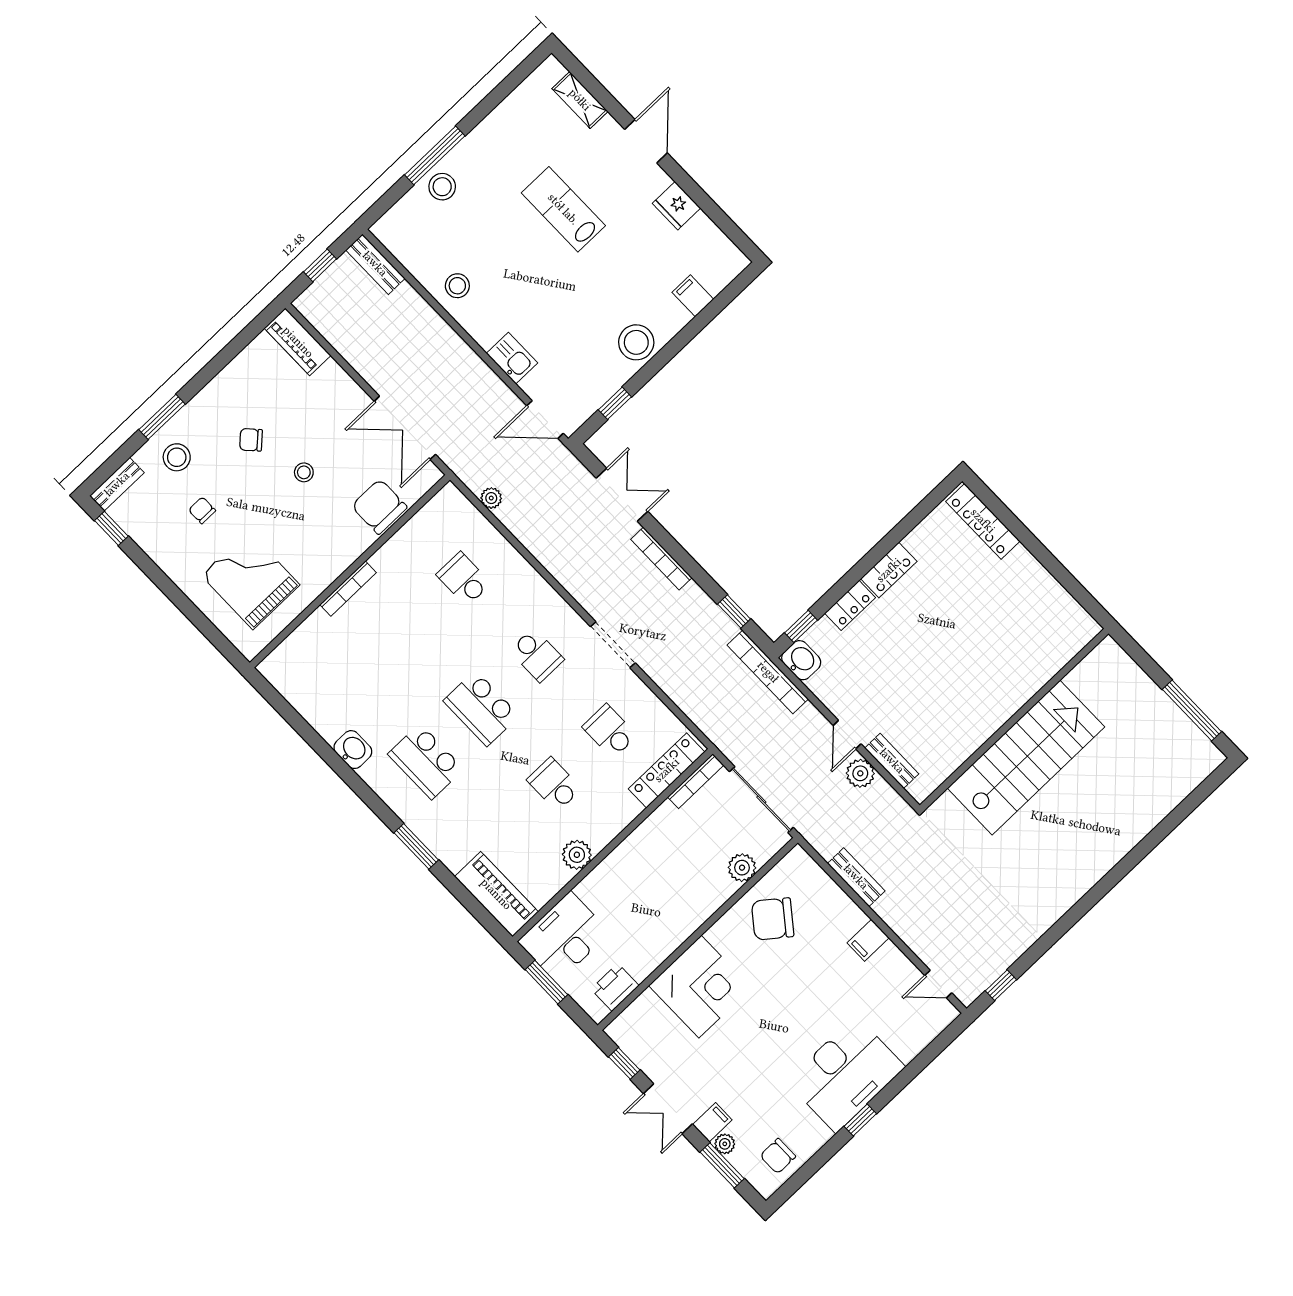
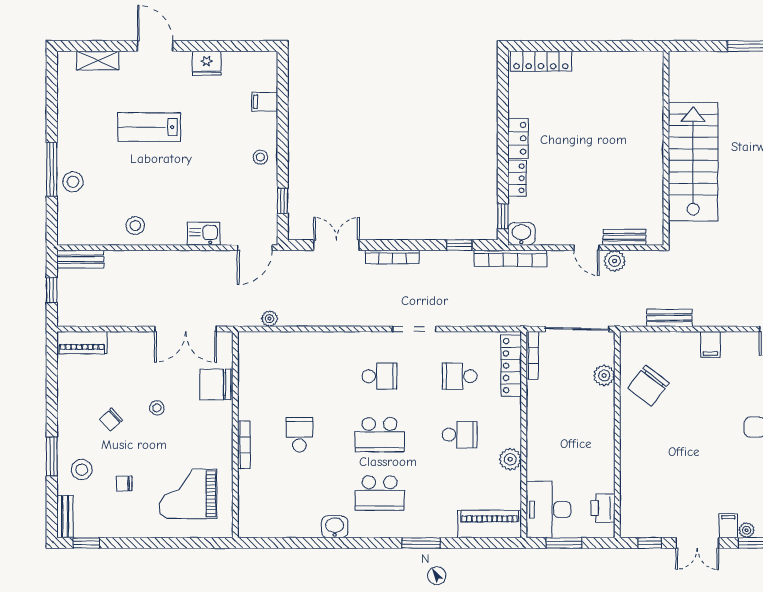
stool: (636, 342) -> (260, 157), width x0.53, depth x0.53
school desk: (464, 579) -> (299, 435), moved, turned 90
school desk: (554, 784) -> (460, 435), turned 180
corner desk: (700, 987) -> (647, 461), removed

